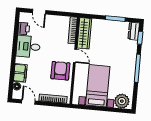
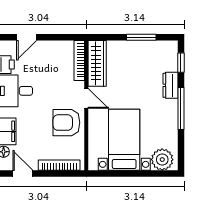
door: (39, 12) -> (27, 37), hinge flipped
dresser: (134, 31) -> (170, 85), moved
armchair: (60, 71) -> (66, 123), turned -90

